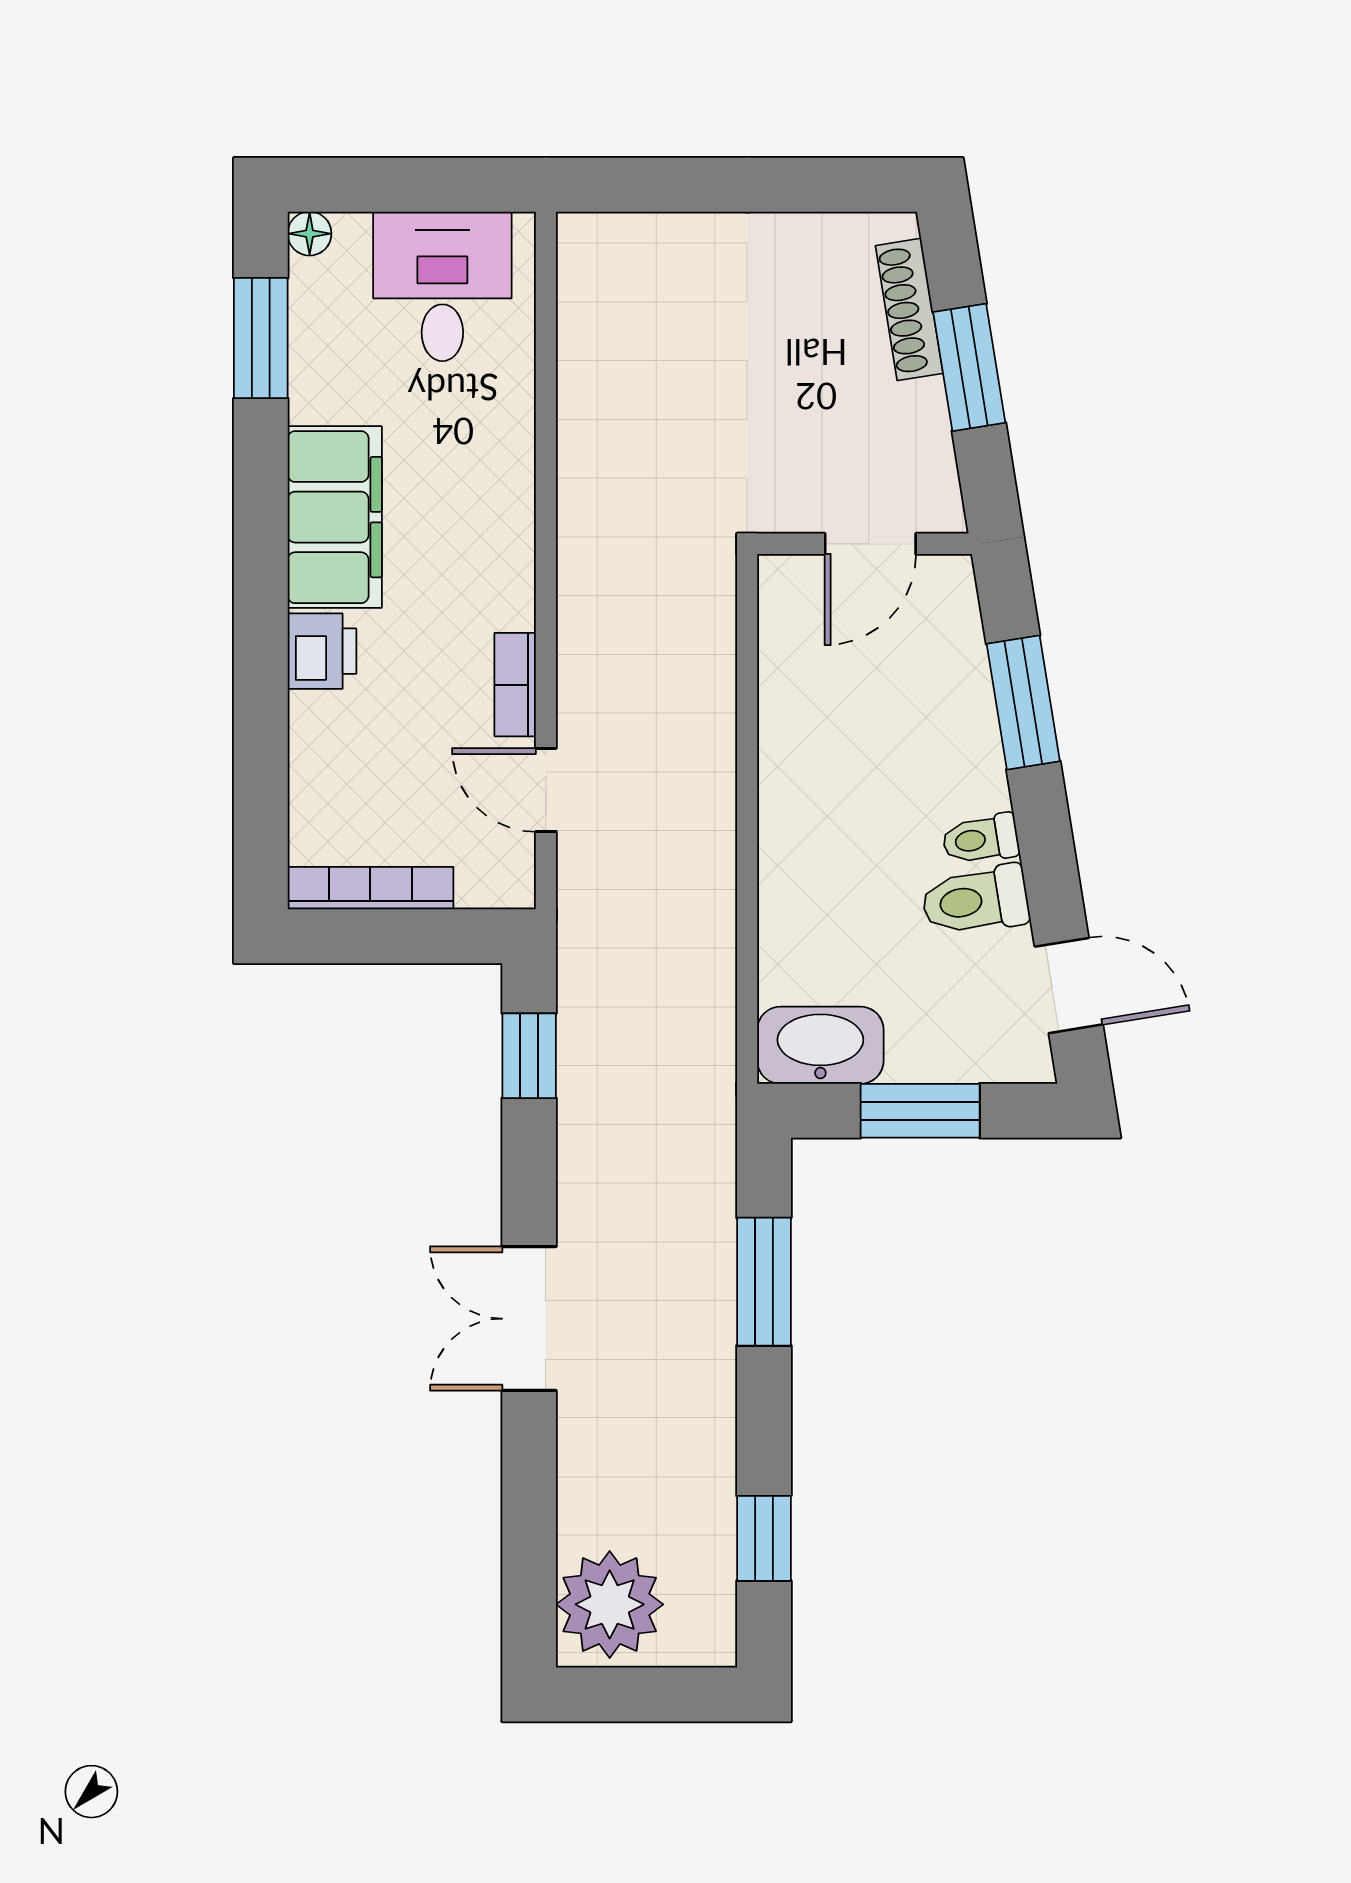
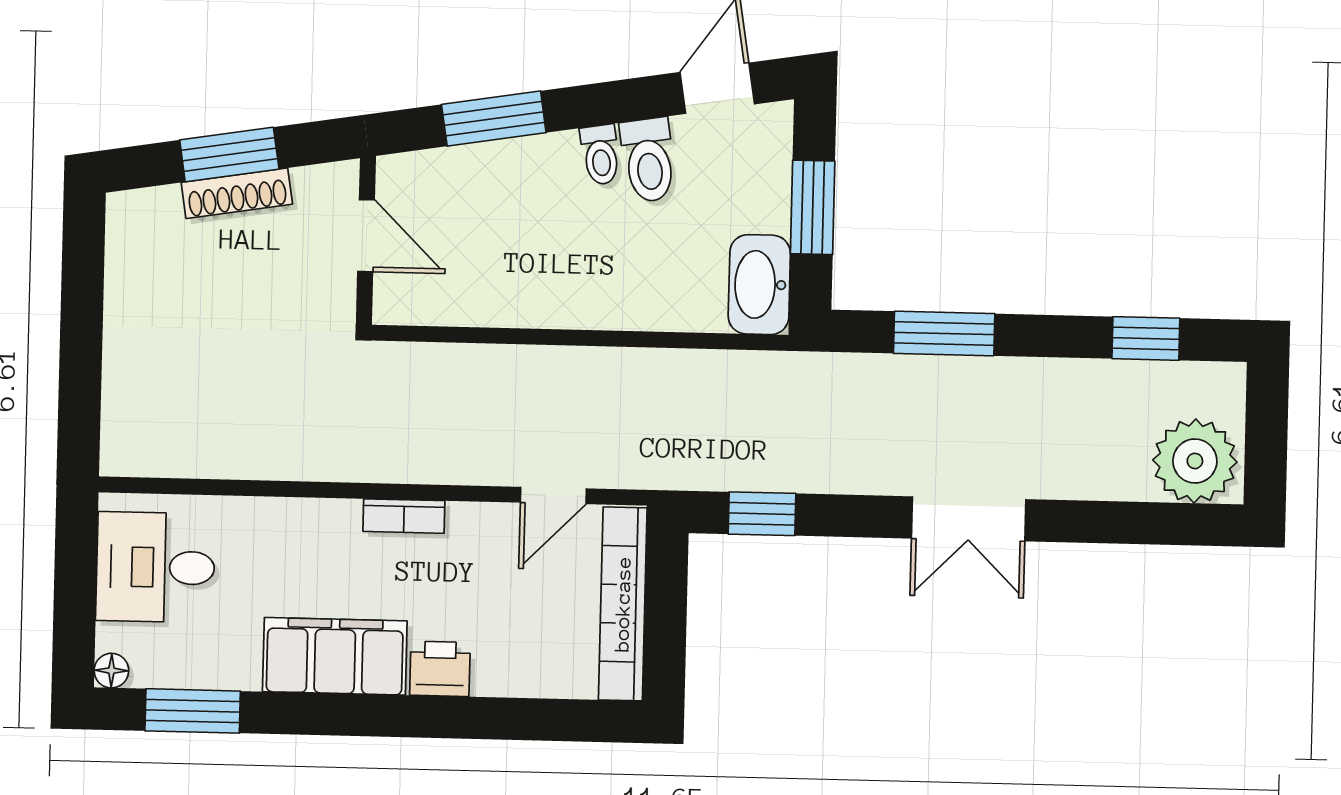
shoe rack: (909, 309) -> (237, 193), moved
bookcase: (515, 685) -> (404, 516), moved
bookcase: (370, 888) -> (623, 604), width x1.48, depth x1.31

